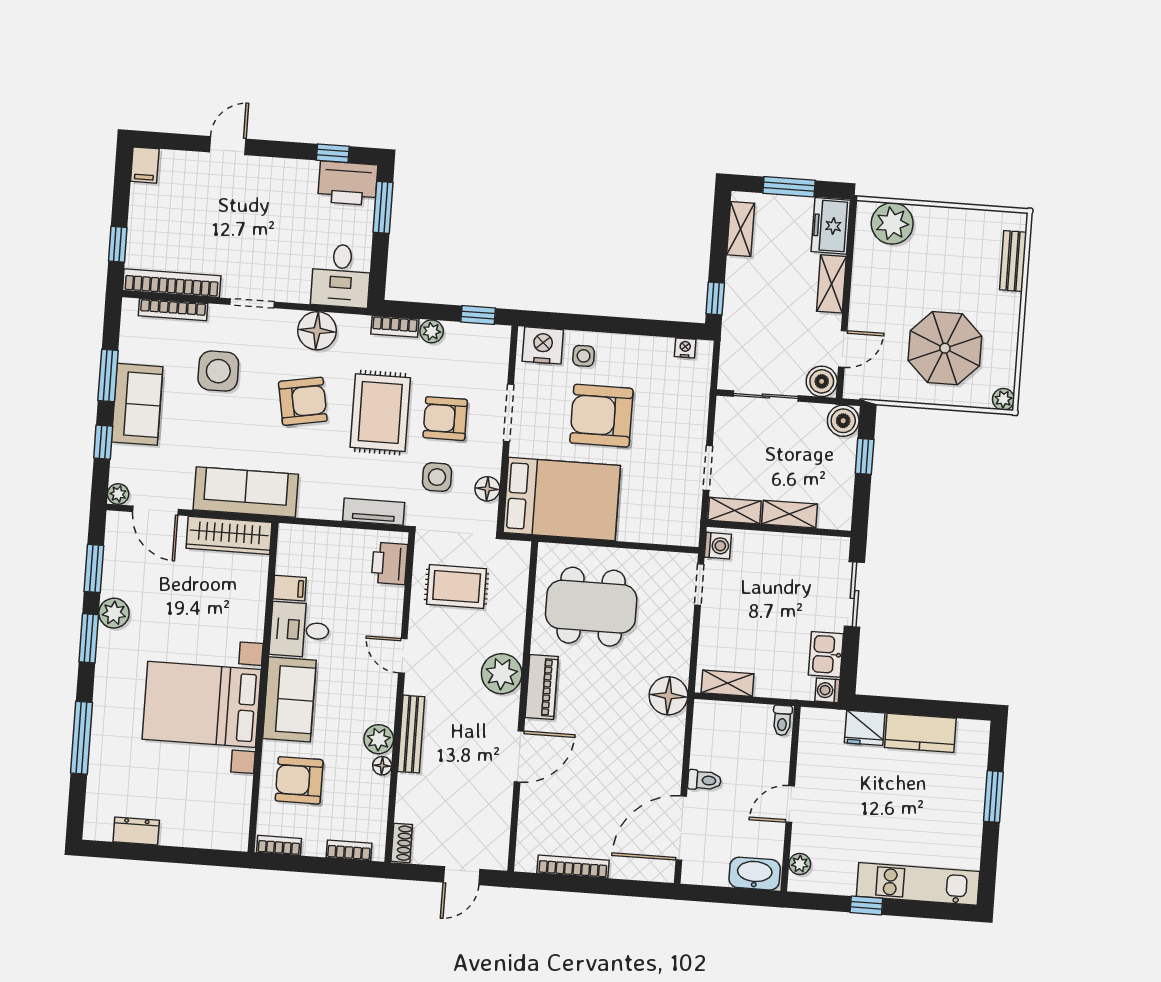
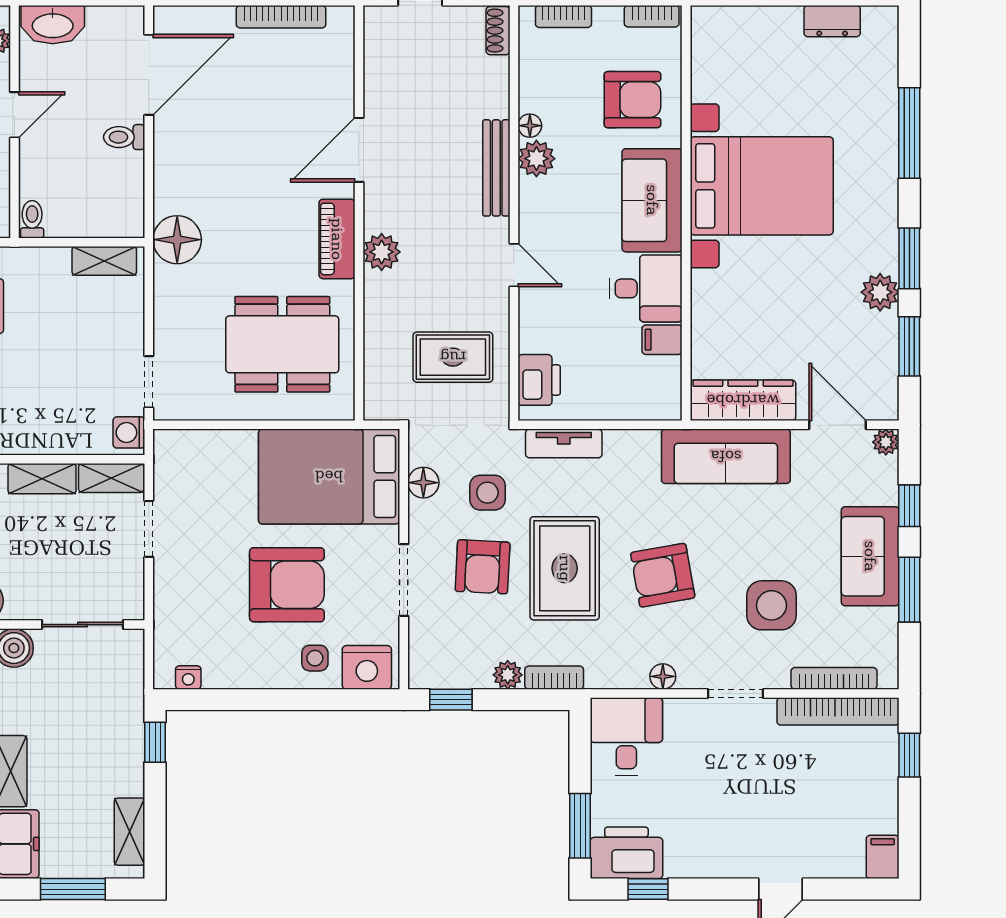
floor lamp: (317, 331) -> (663, 676), width x0.53, depth x0.53
armchair: (445, 419) -> (483, 567), turned 93
plant: (502, 674) -> (382, 252), width x0.73, depth x0.73

